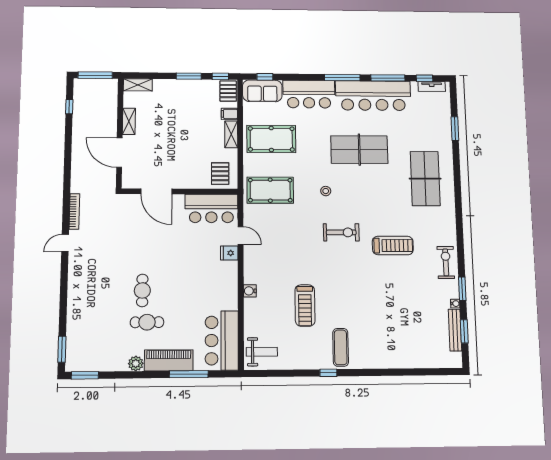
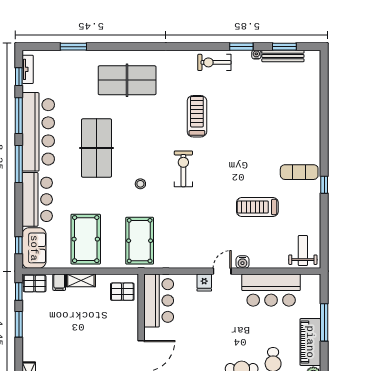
door: (241, 235) -> (222, 271), moved
treadmill: (305, 305) -> (257, 207), turned 180
bar counter: (222, 340) -> (271, 290), moved

